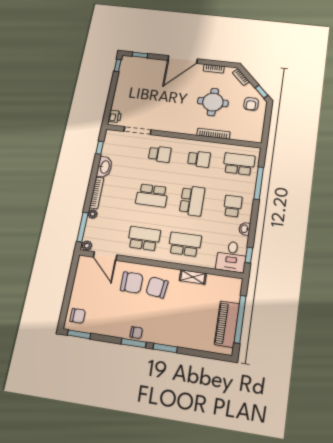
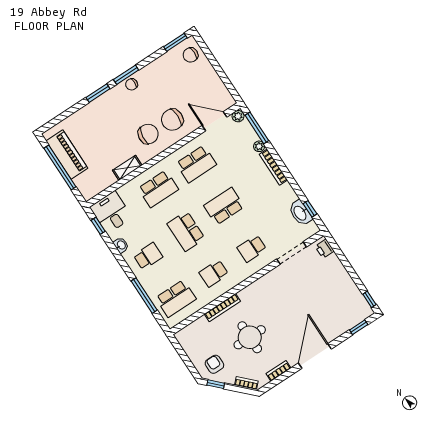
washbasin: (105, 167) -> (300, 213), moved
school desk: (233, 206) -> (148, 256), turned -90

